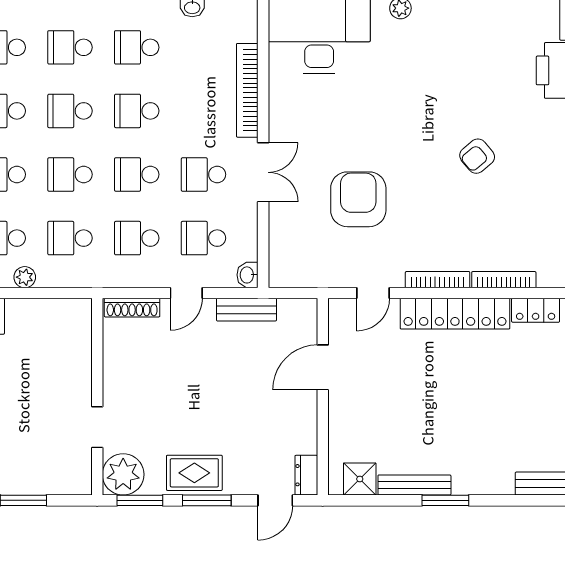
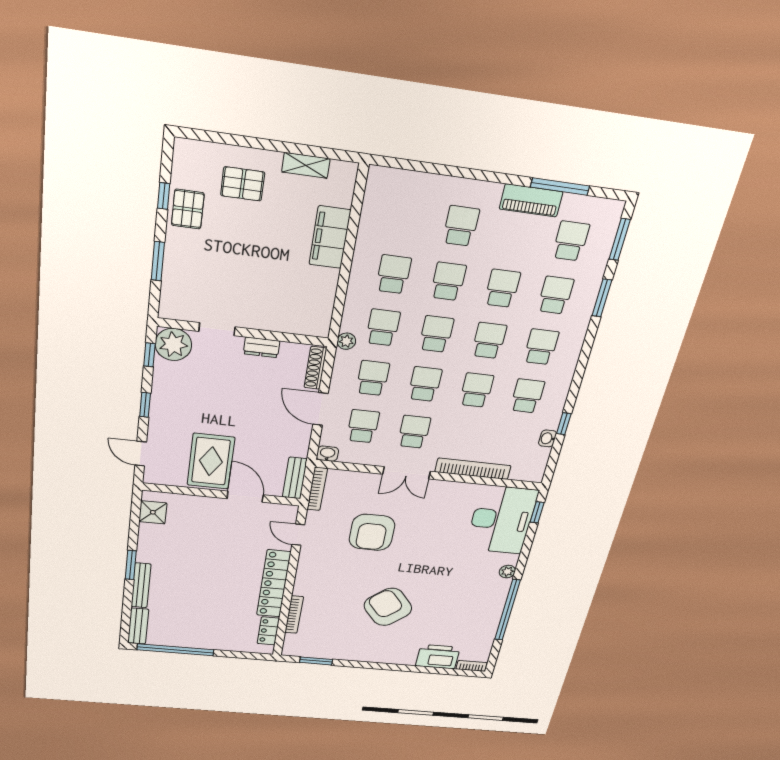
armchair: (477, 156) -> (388, 607), width x1.88, depth x1.88
armchair: (358, 199) -> (372, 532), turned 90
plant: (25, 277) -> (346, 341), moved
bookcase: (438, 280) -> (317, 489), moved
door: (186, 293) -> (321, 409), width x1.38
bench: (246, 310) -> (295, 478), moved
rug: (194, 473) -> (211, 461), moved, width x1.36, depth x1.43
dresser: (306, 475) -> (262, 347), moved, turned 180
bench: (414, 485) -> (141, 585), moved
window: (140, 500) -> (149, 355), width x0.67
window: (207, 500) -> (145, 405), width x0.67

